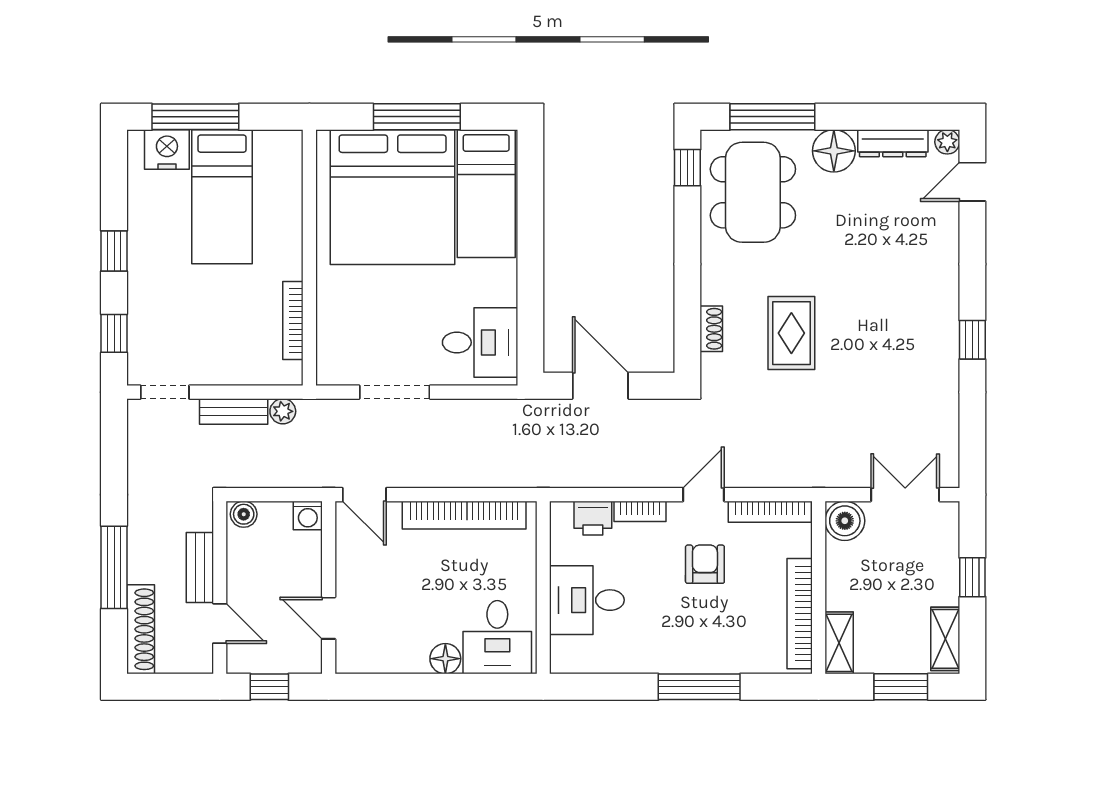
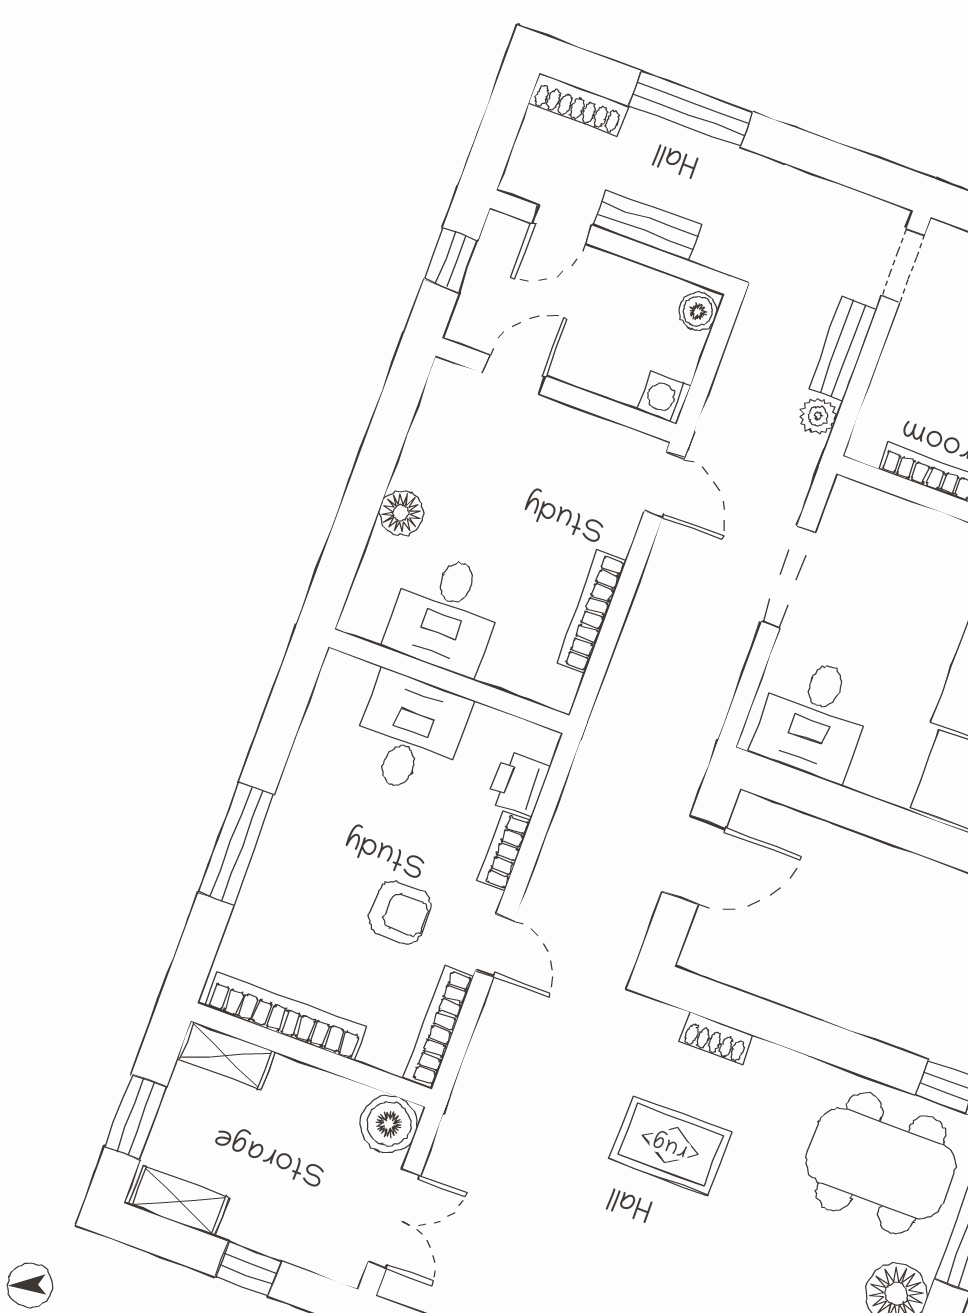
door: (364, 495) -> (664, 485), swing flipped
bookcase: (464, 515) -> (591, 612), width x0.68, depth x0.76
shoe rack: (141, 629) -> (578, 105), width x0.74, depth x0.81
desk: (497, 637) -> (445, 613), moved, turned -90

